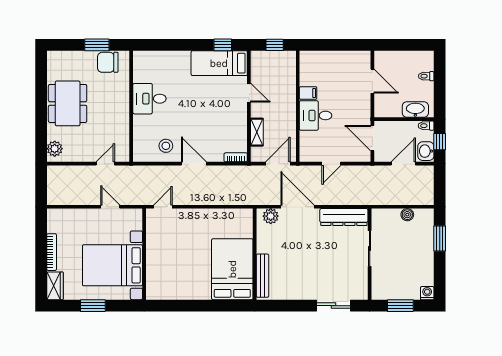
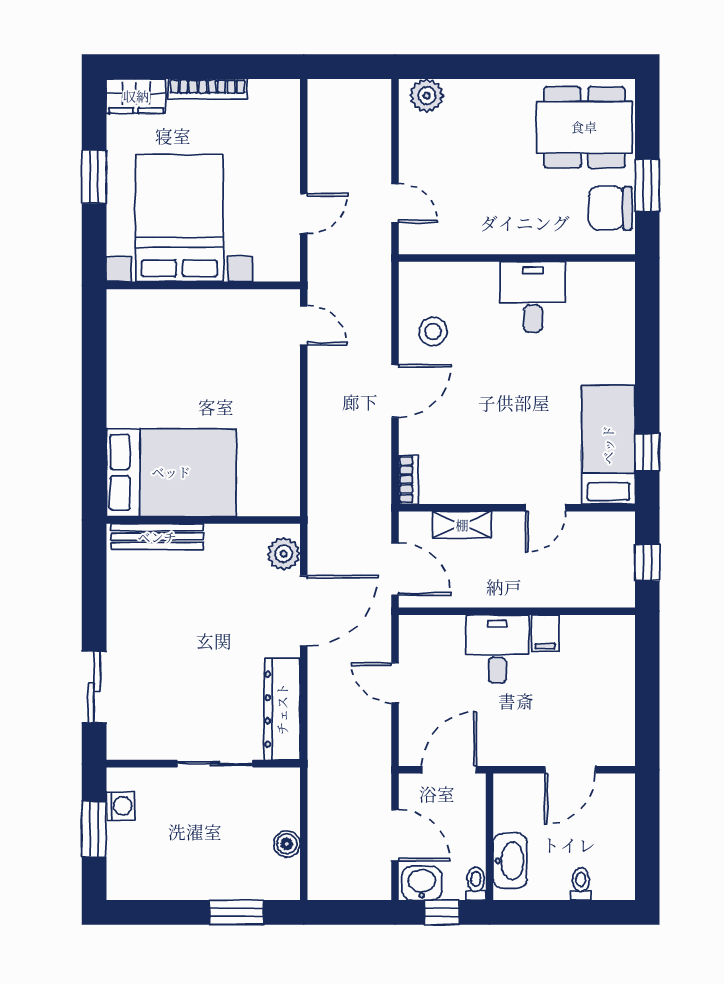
chair: (108, 62) -> (610, 208), turned -90
dining table: (68, 103) -> (584, 127), moved
washing machine: (427, 293) -> (120, 806), moved

